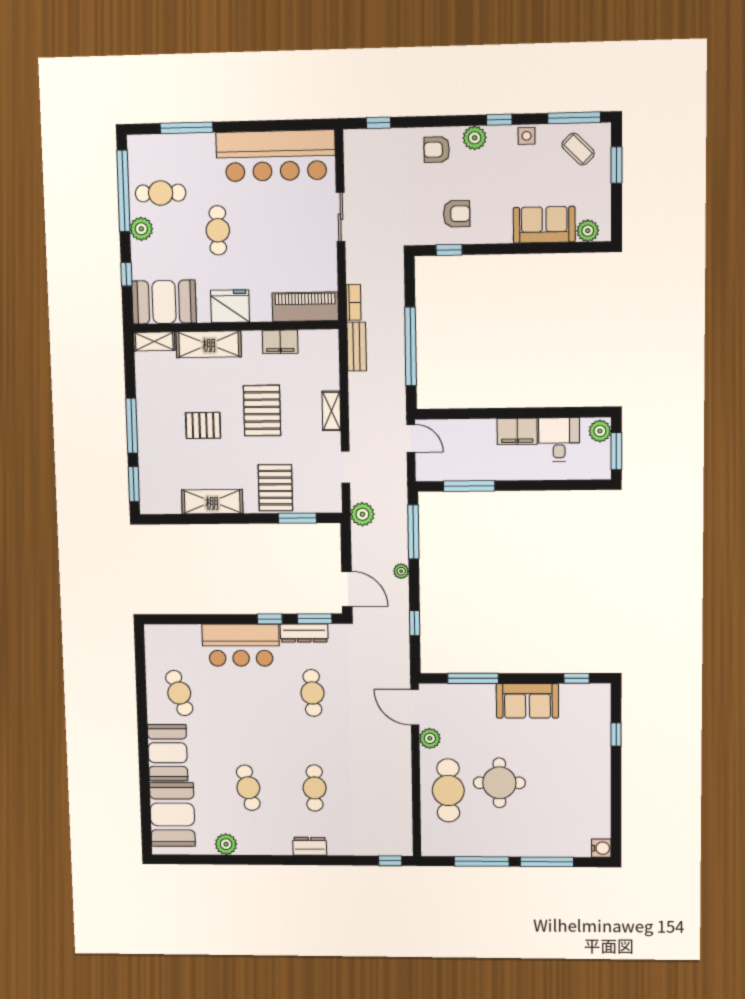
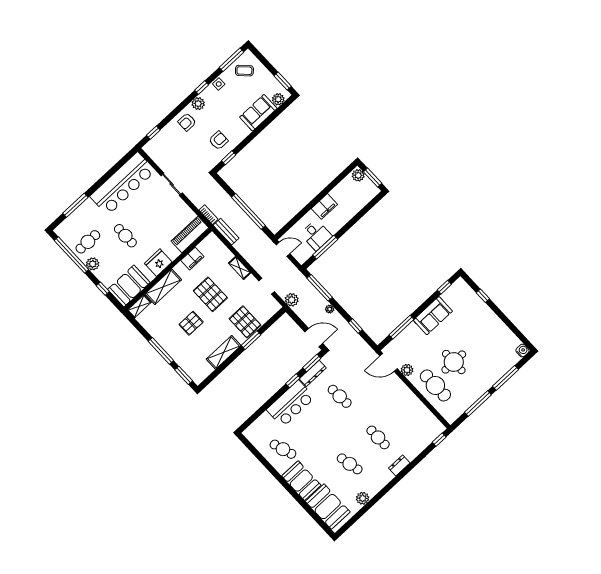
window: (617, 165) -> (283, 81), moved
desk: (559, 440) -> (316, 235), moved, turned 180
window: (297, 518) -> (251, 340), moved

